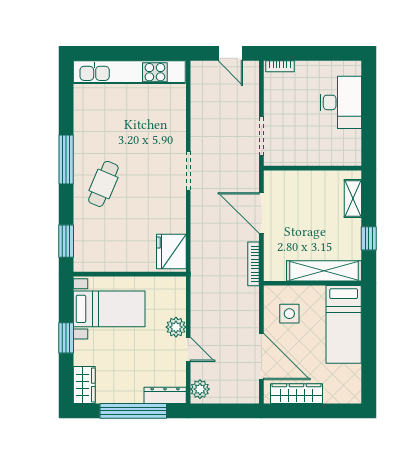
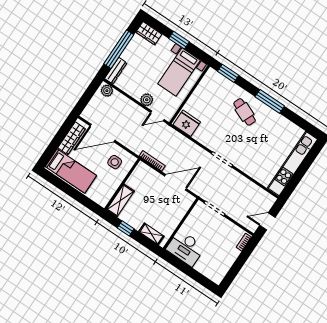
desk: (341, 102) -> (186, 248), moved
shelving: (324, 271) -> (120, 200), width x0.68
bed: (344, 324) -> (71, 171), moved, turned 180
door: (188, 349) -> (157, 116), moved

